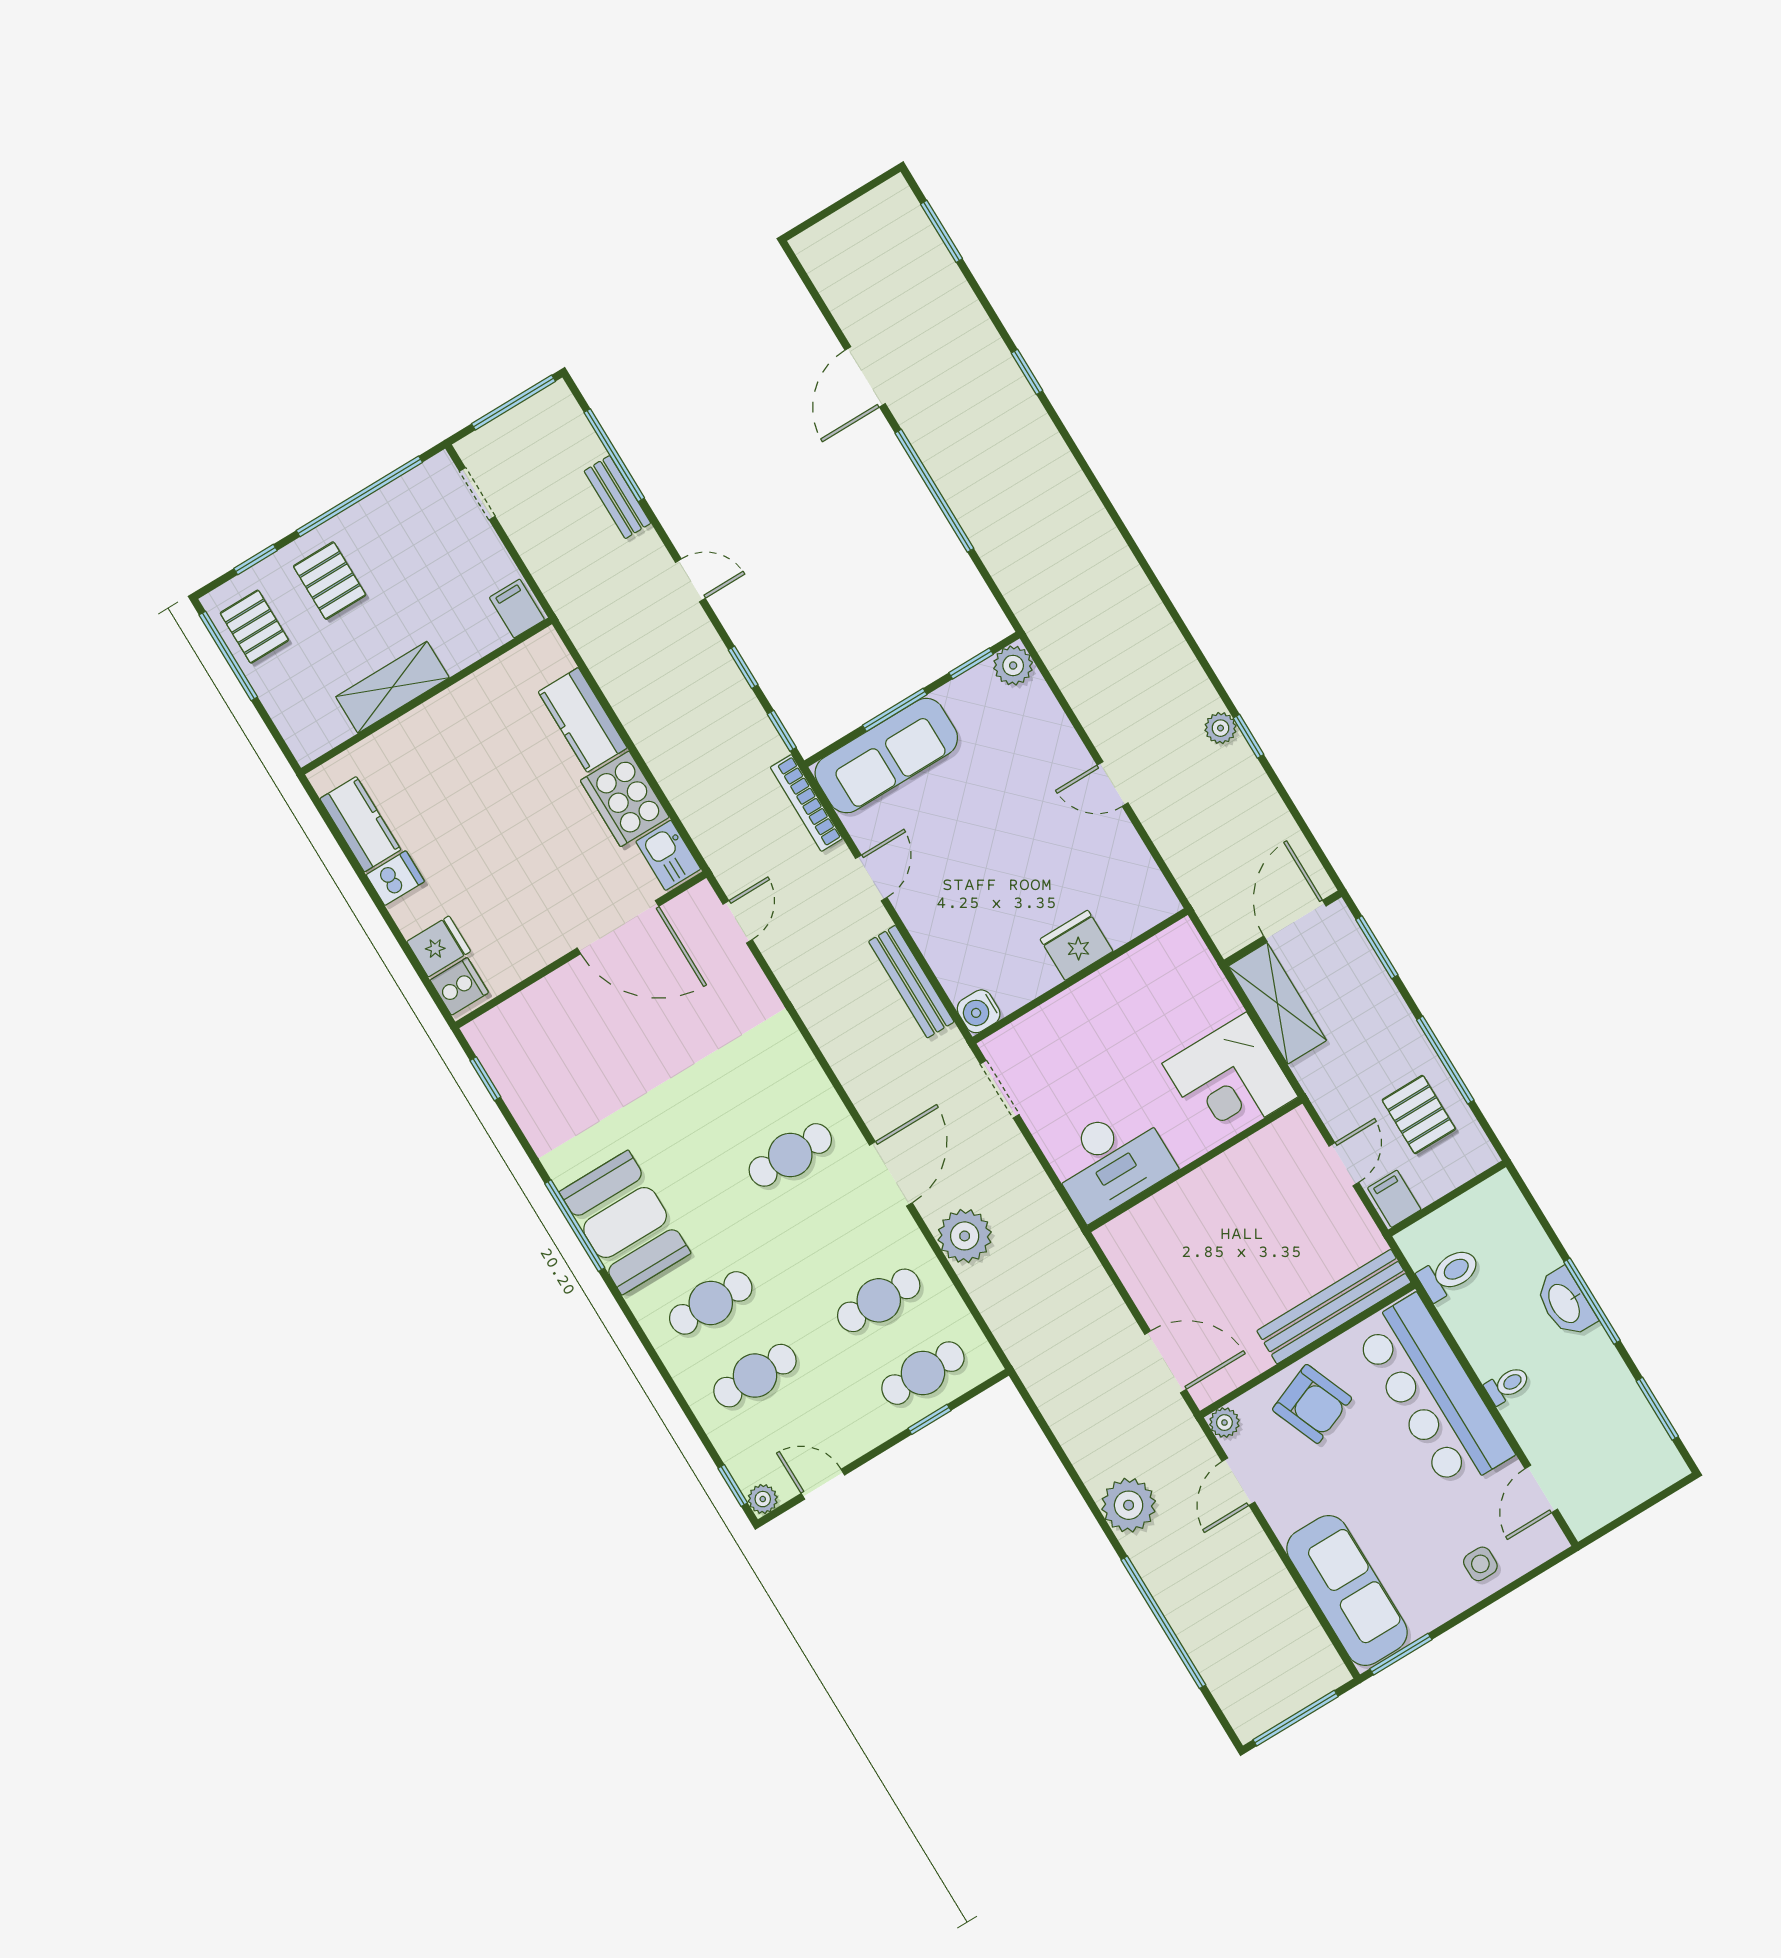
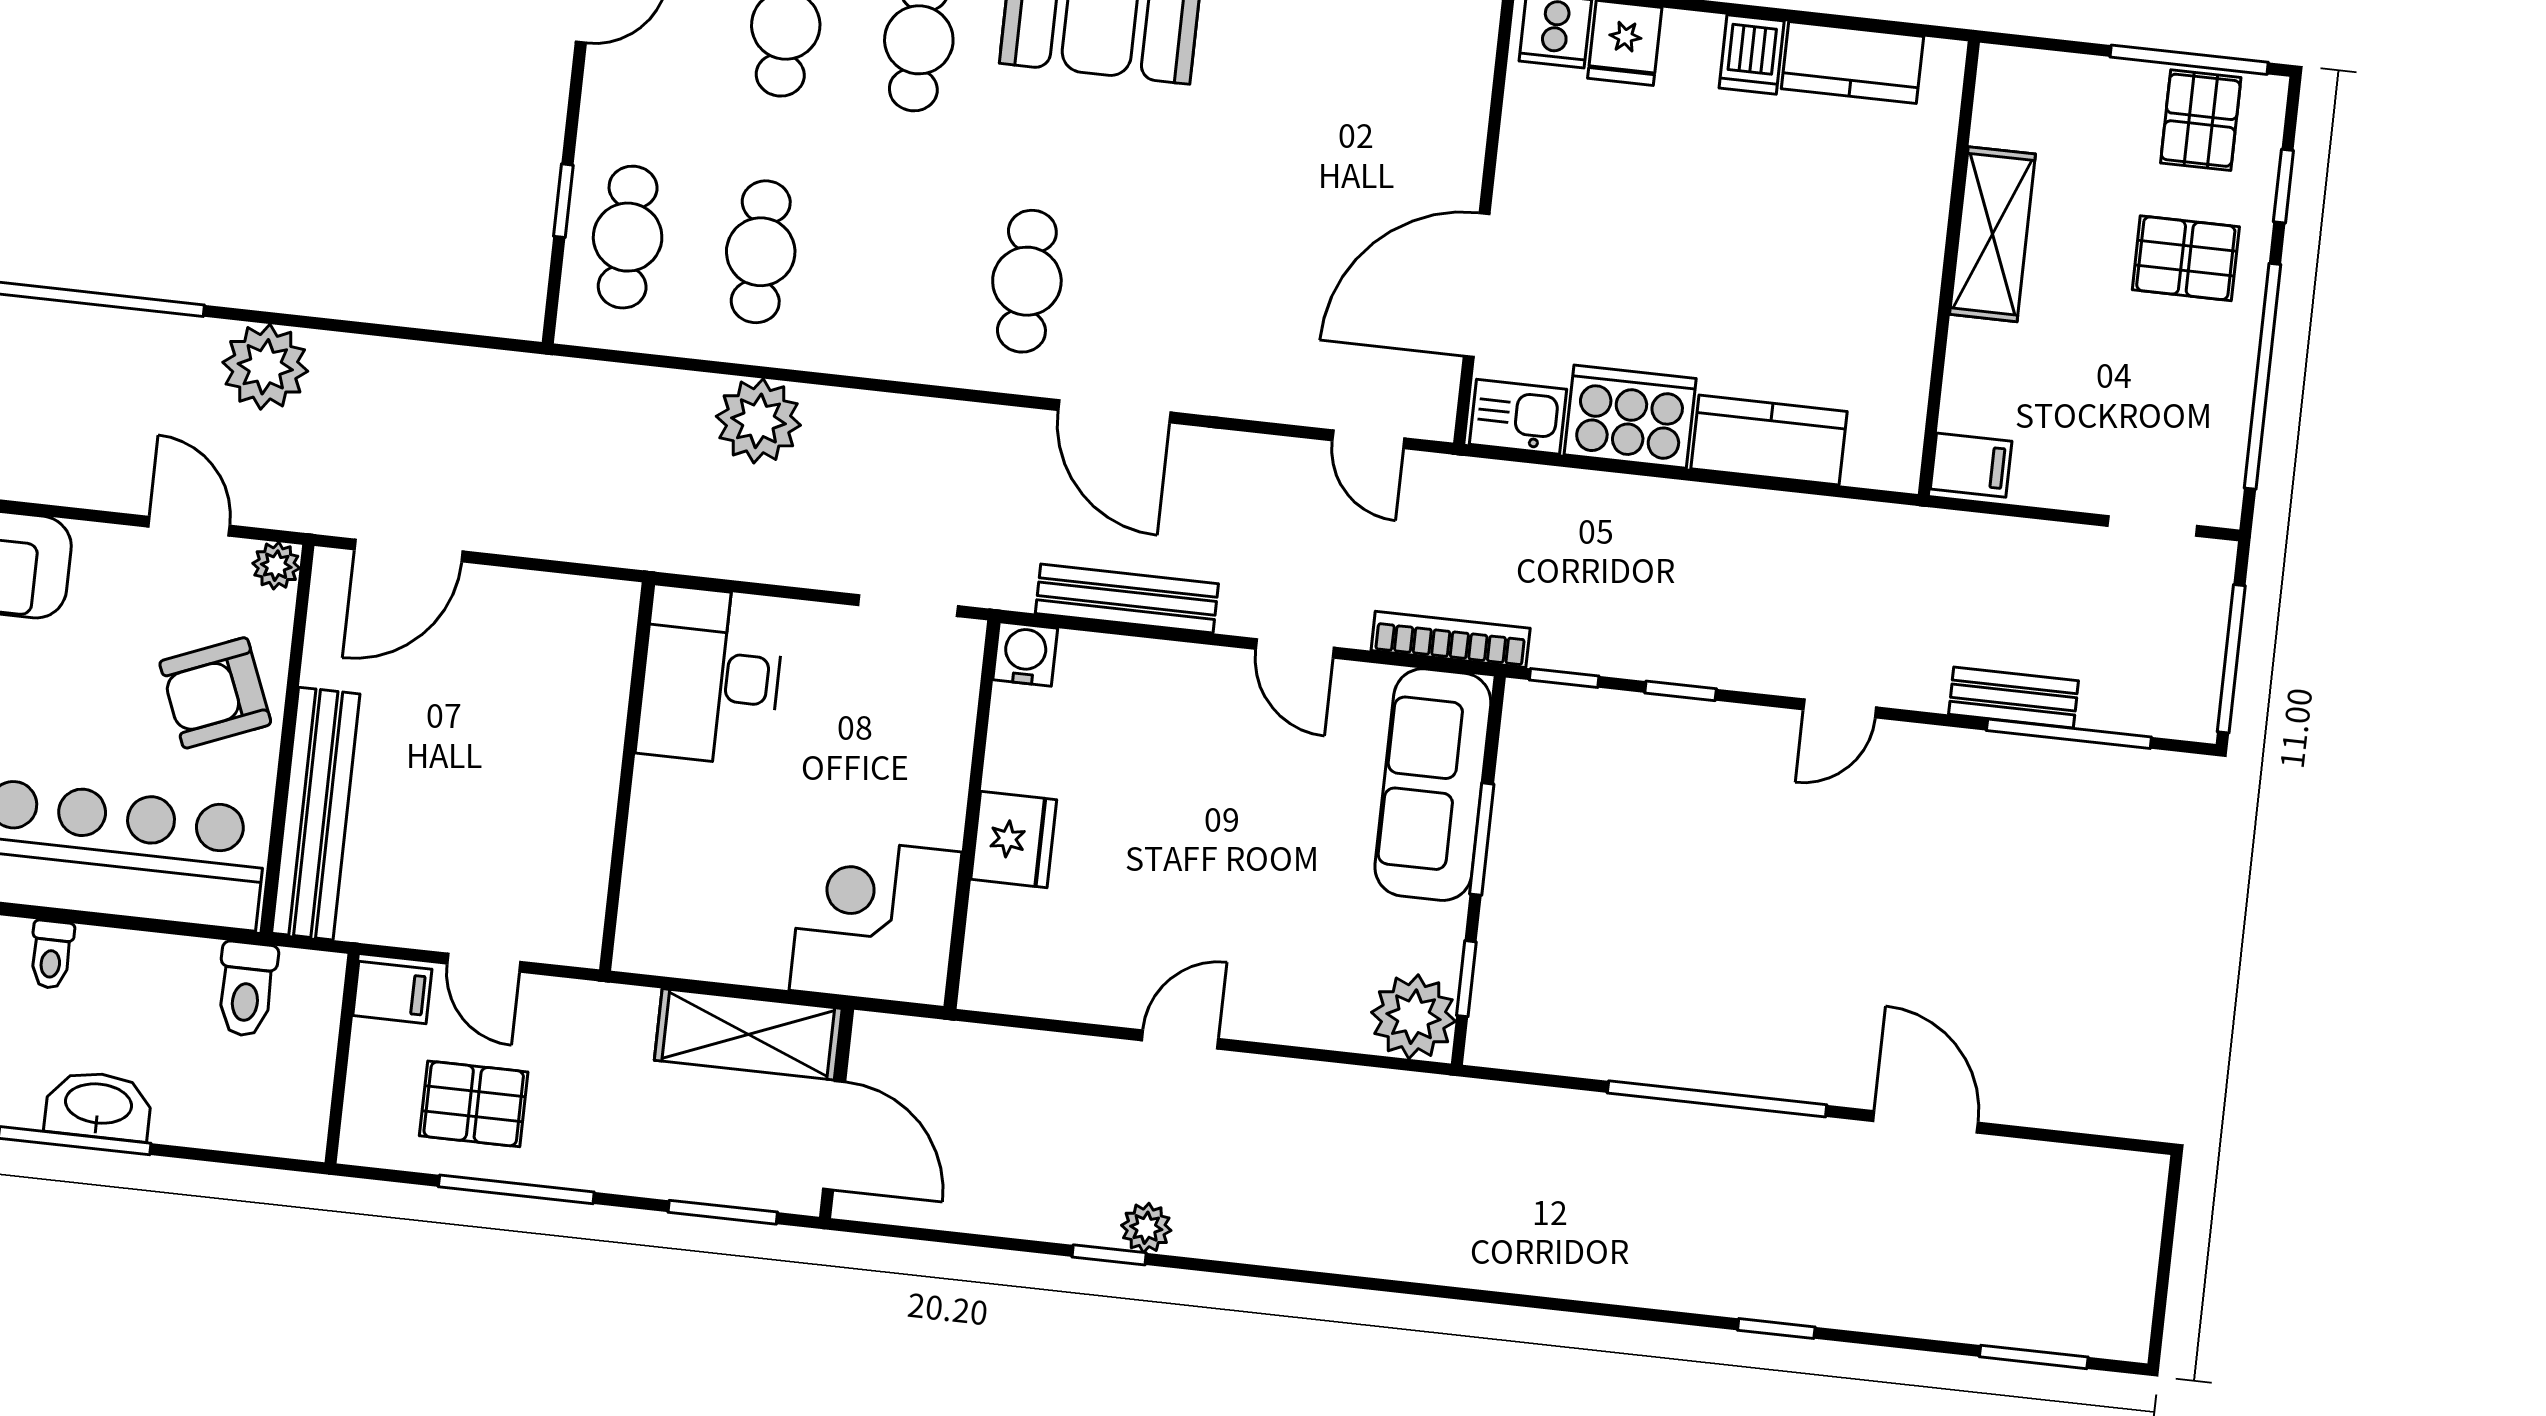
pallet: (254, 627) -> (2201, 120), turned 90
plant: (1013, 665) -> (1414, 1017), width x1.36, depth x1.36
corner desk: (1230, 1080) -> (875, 921), moved
door: (891, 1174) -> (1114, 411), moved

